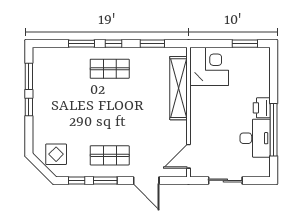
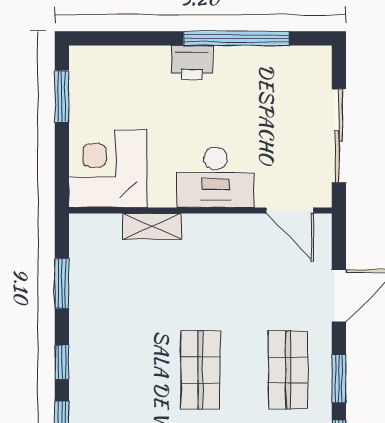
shop shelf: (110, 69) -> (200, 370), moved
shelving: (178, 88) -> (152, 226), width x0.45, depth x0.75
desk: (255, 138) -> (216, 177), moved, turned 180
sliding door: (225, 180) -> (339, 136), width x1.37

